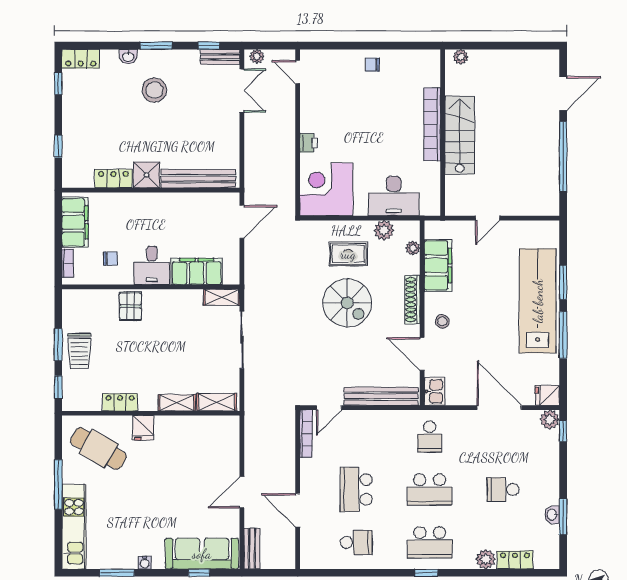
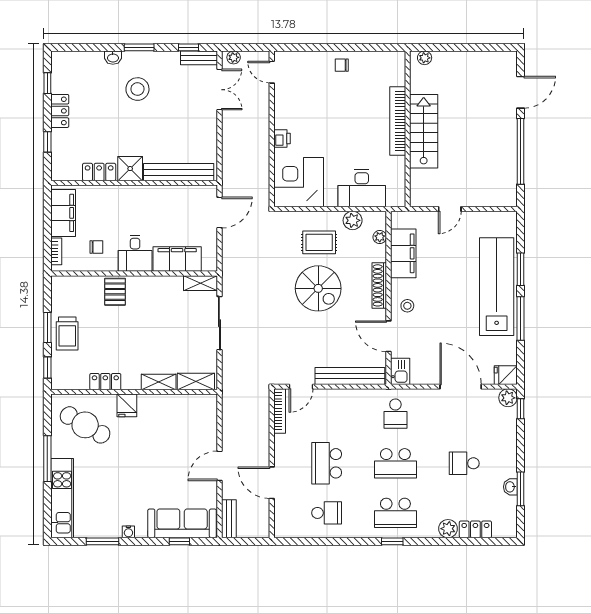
locker: (81, 59) -> (60, 111), moved, turned -90

